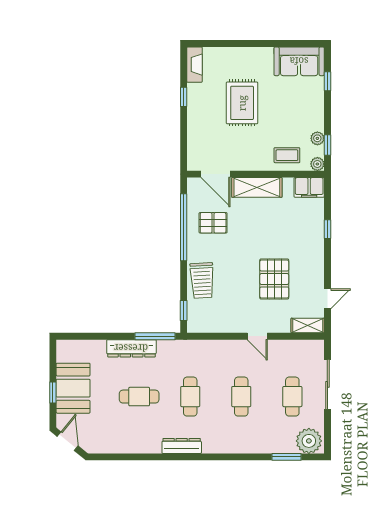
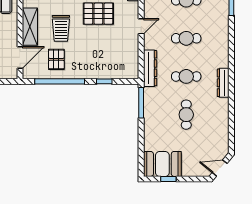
trolley: (202, 280) -> (61, 28), moved, turned 93
window: (184, 311) -> (104, 81), moved
dresser: (131, 348) -> (150, 68), moved
booth: (73, 388) -> (162, 164), moved
window: (53, 392) -> (168, 179), moved

